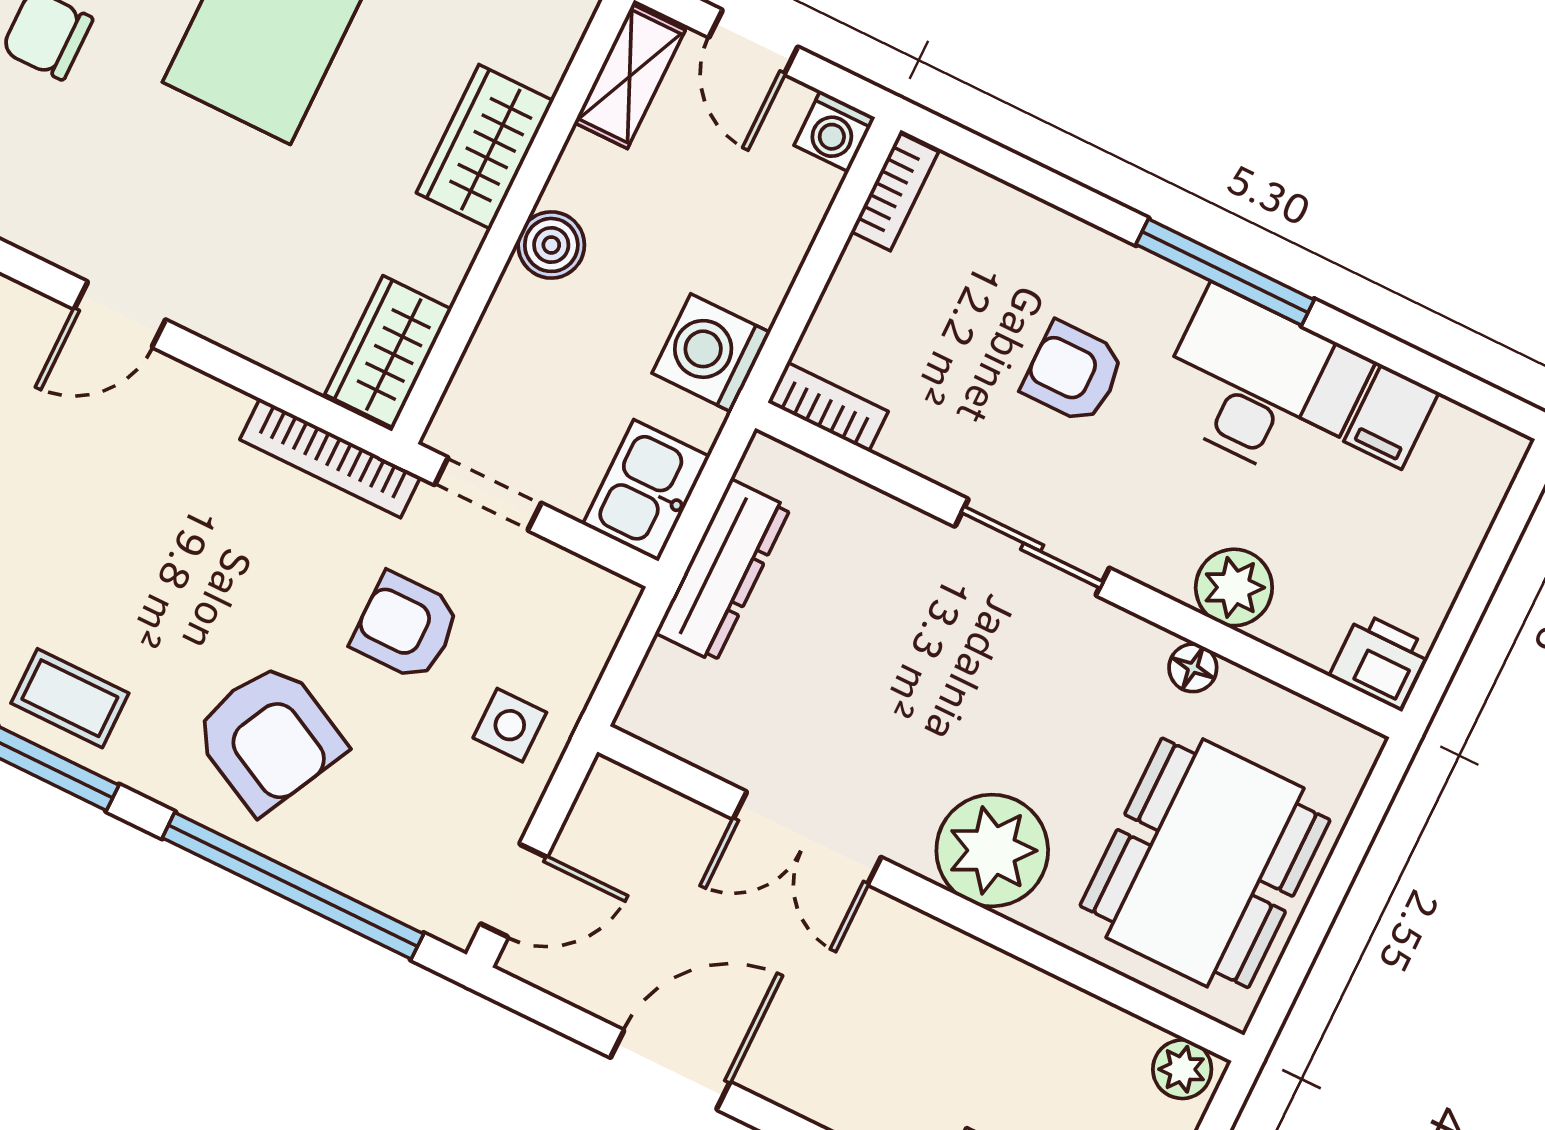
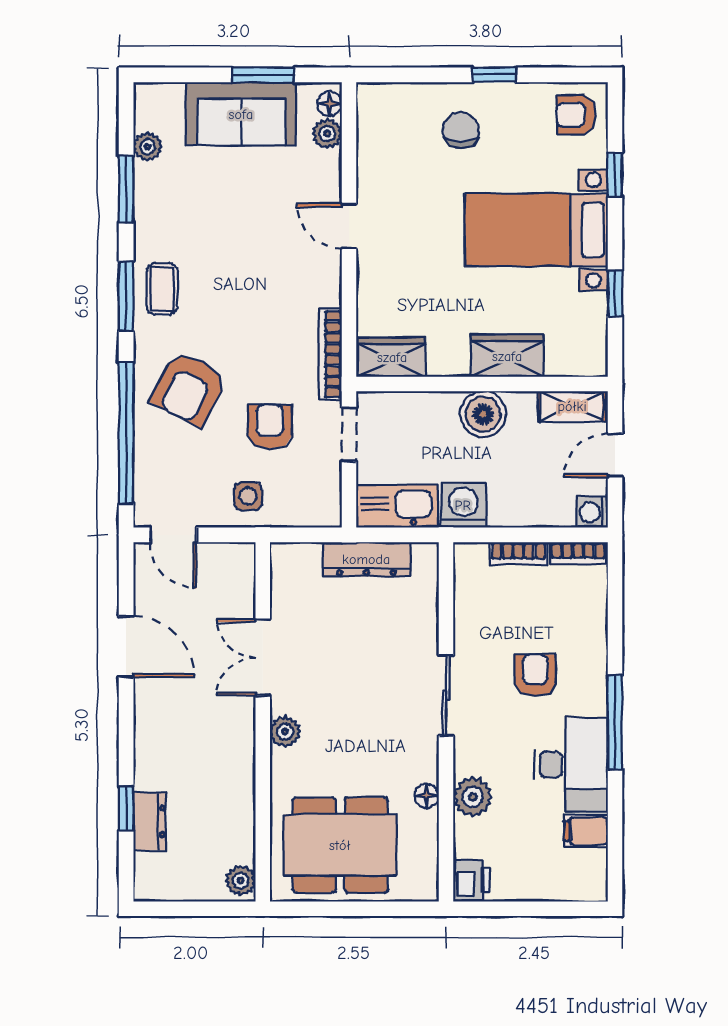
boiler: (551, 245) -> (483, 414), width x1.36, depth x1.36
bookcase: (828, 407) -> (518, 554), moved, turned 90
kitchen sink: (646, 490) -> (397, 506), width x1.38
plant: (992, 850) -> (285, 732), width x0.53, depth x0.53

